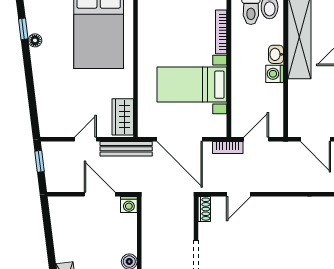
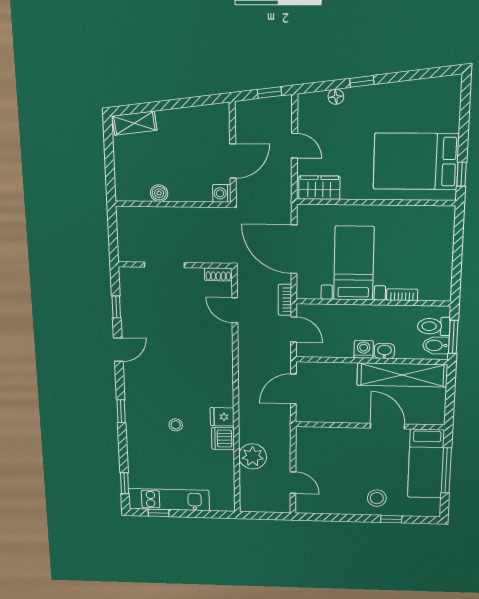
window: (23, 29) -> (362, 81), moved
bookcase: (221, 32) -> (402, 295), width x0.64
floor lamp: (35, 40) -> (336, 97), moved
door: (180, 139) -> (294, 249), hinge flipped
bench: (126, 149) -> (284, 191), removed

